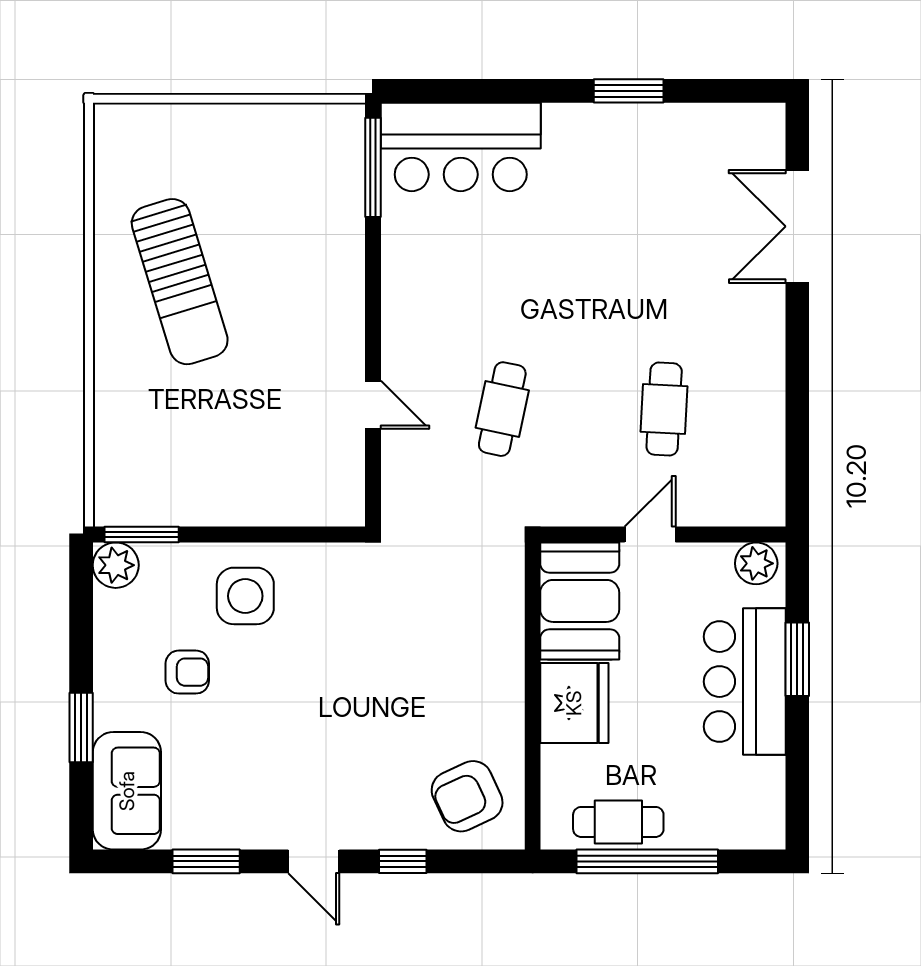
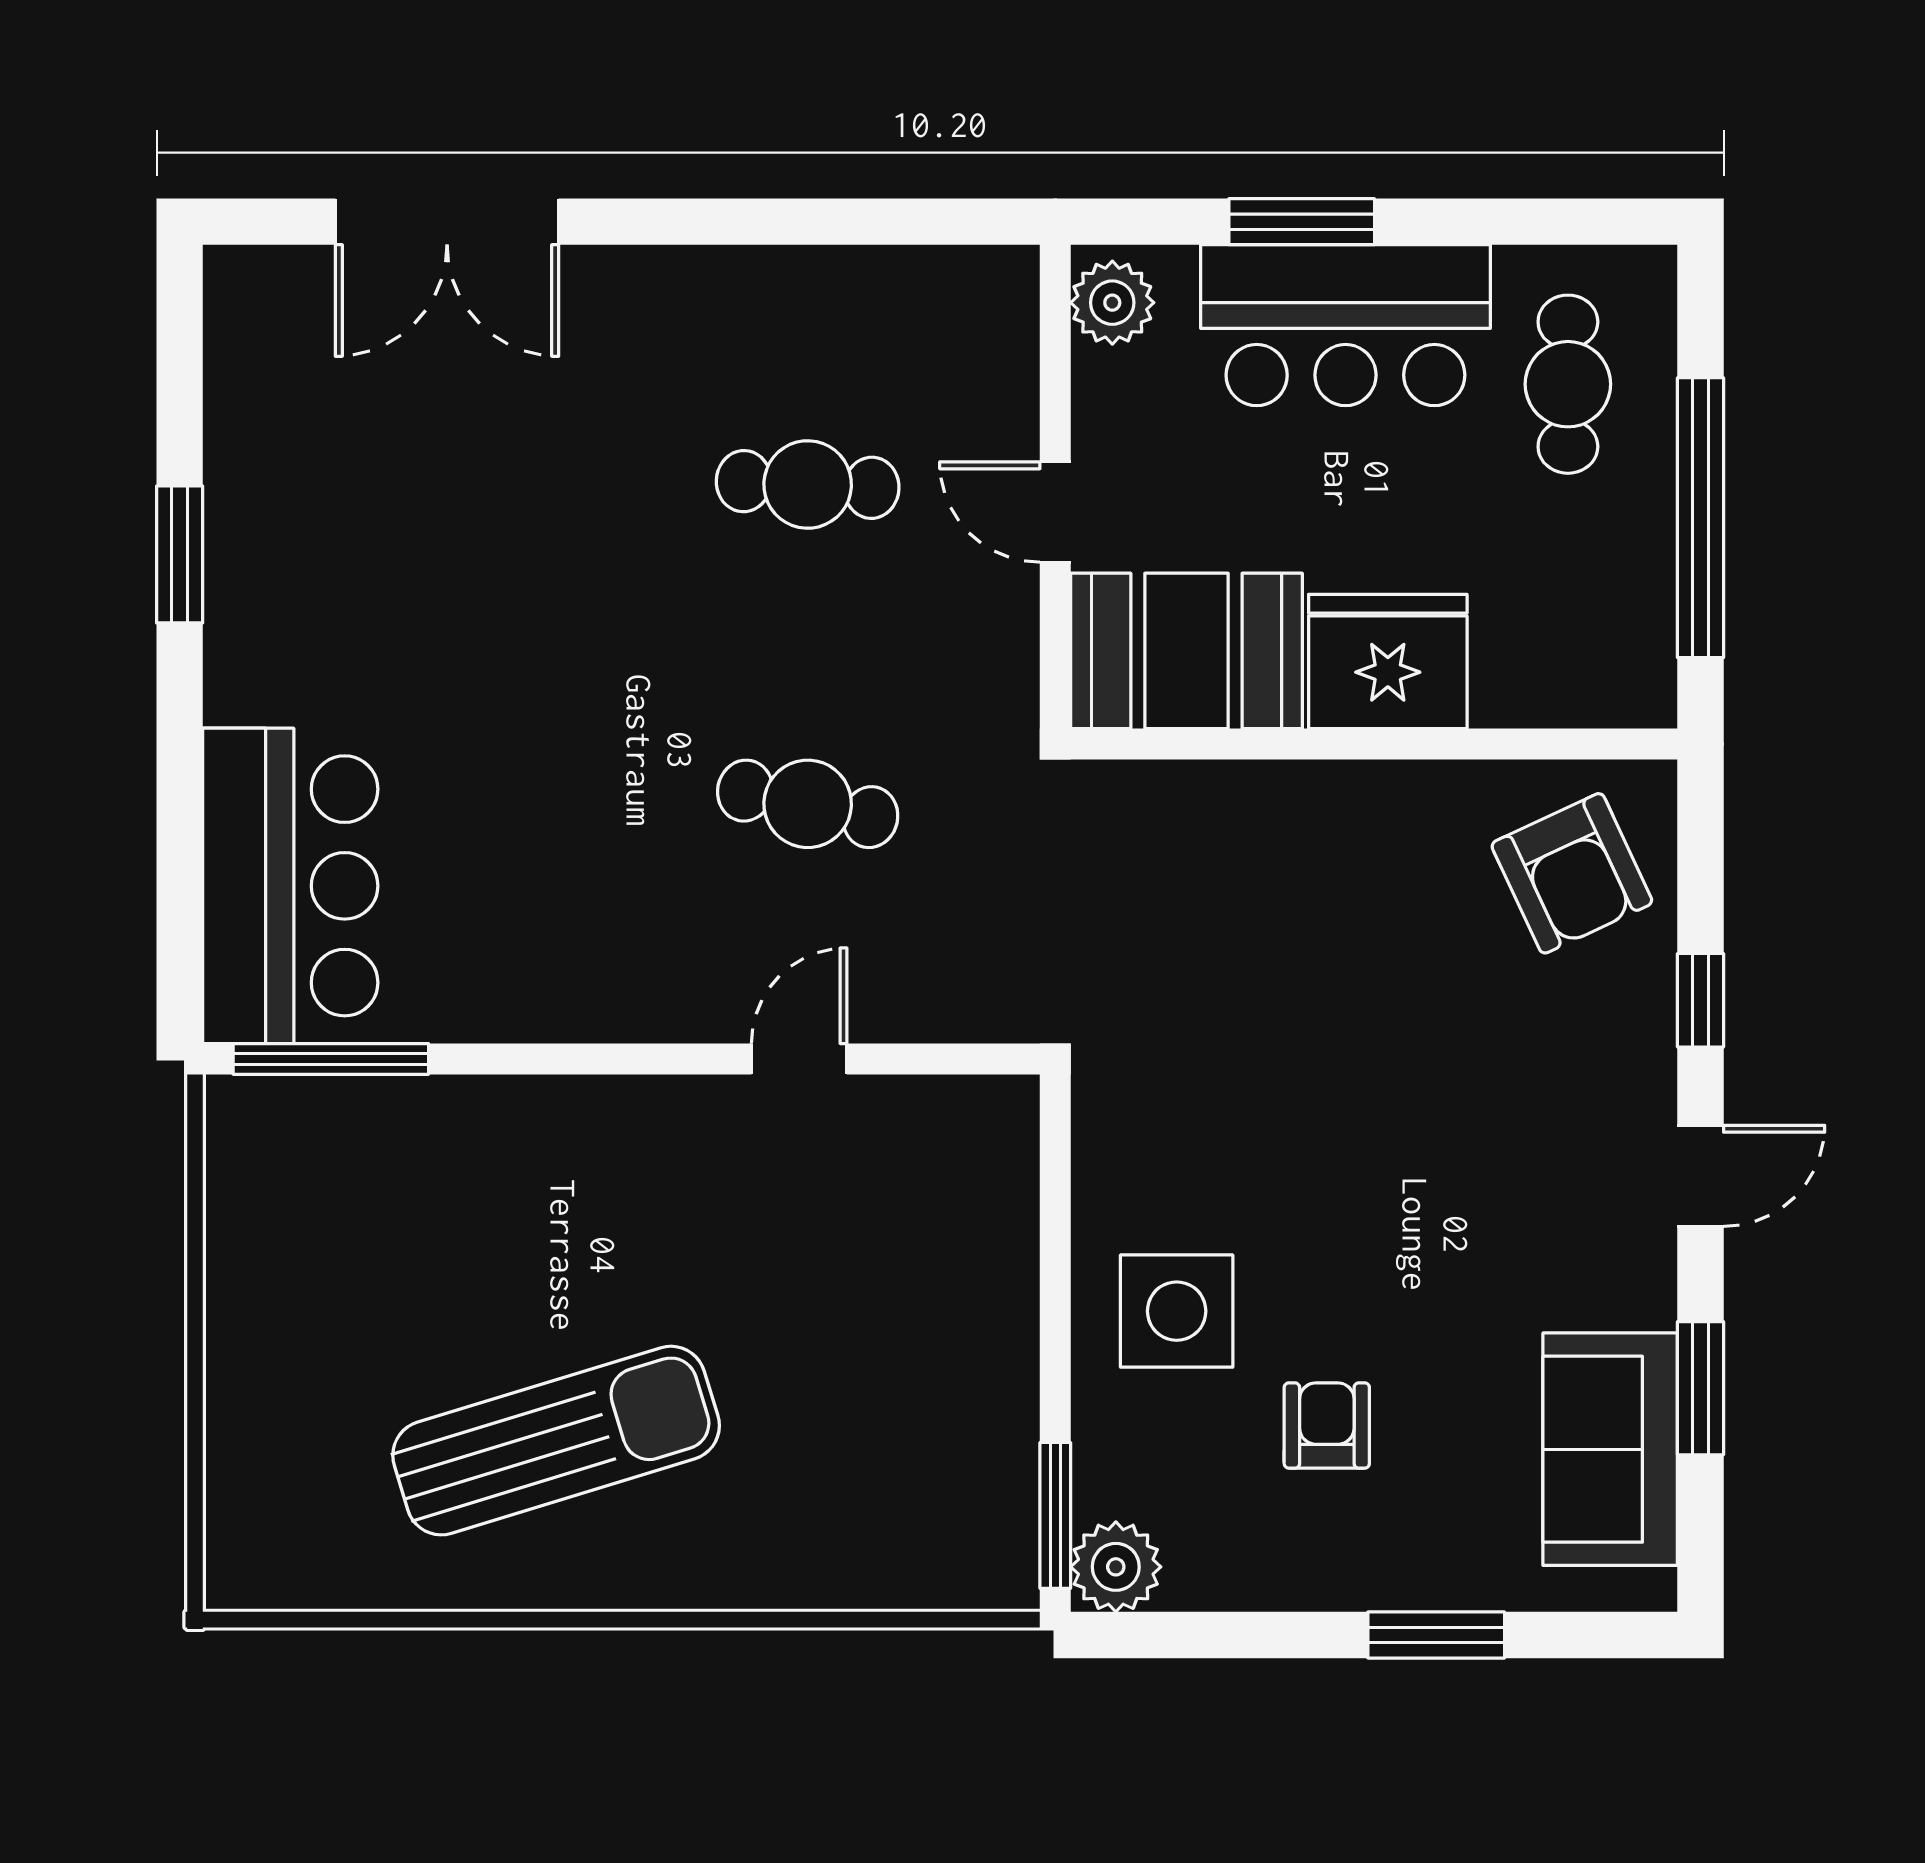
sofa: (127, 791) -> (1610, 1449), moved, turned -90
cafe table: (618, 822) -> (1568, 384), moved

